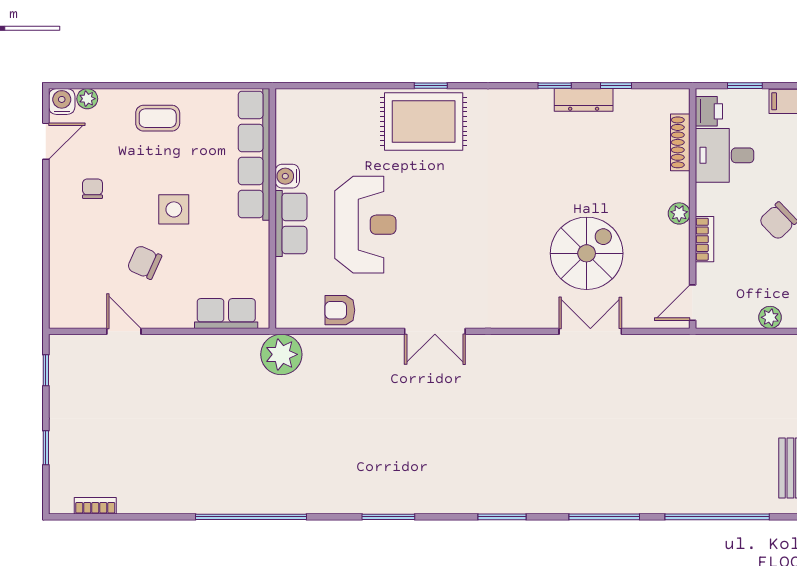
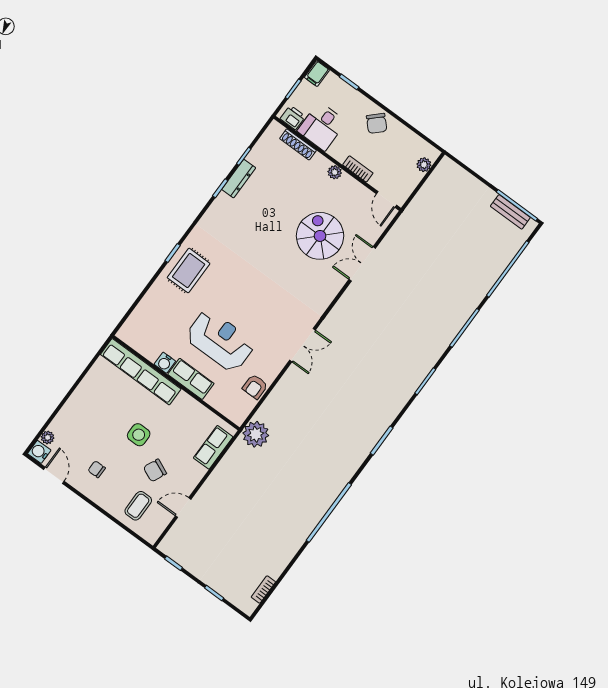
coffee table: (158, 118) -> (138, 506), moved
rug: (424, 122) -> (189, 271), width x0.73, depth x0.70

